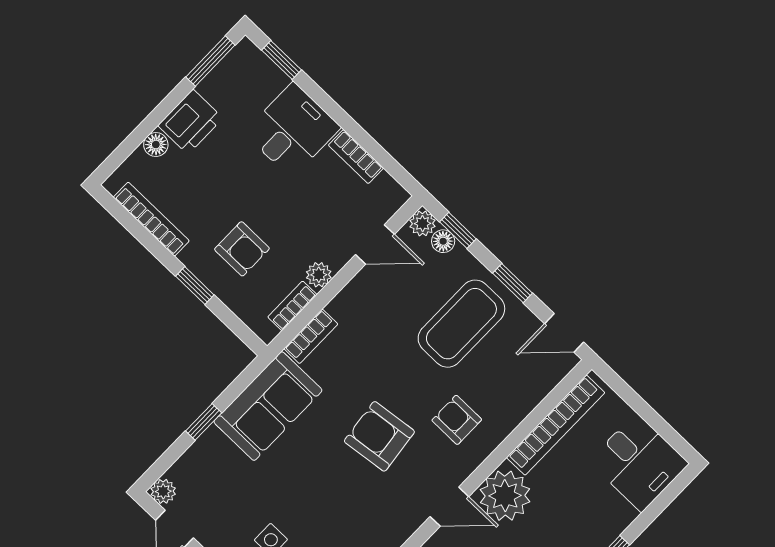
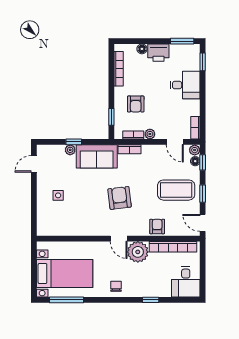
bookcase: (356, 157) -> (195, 128), moved
window: (195, 286) -> (111, 117), moved
armchair: (457, 420) -> (157, 226), moved
plant: (163, 491) -> (70, 150), moved

